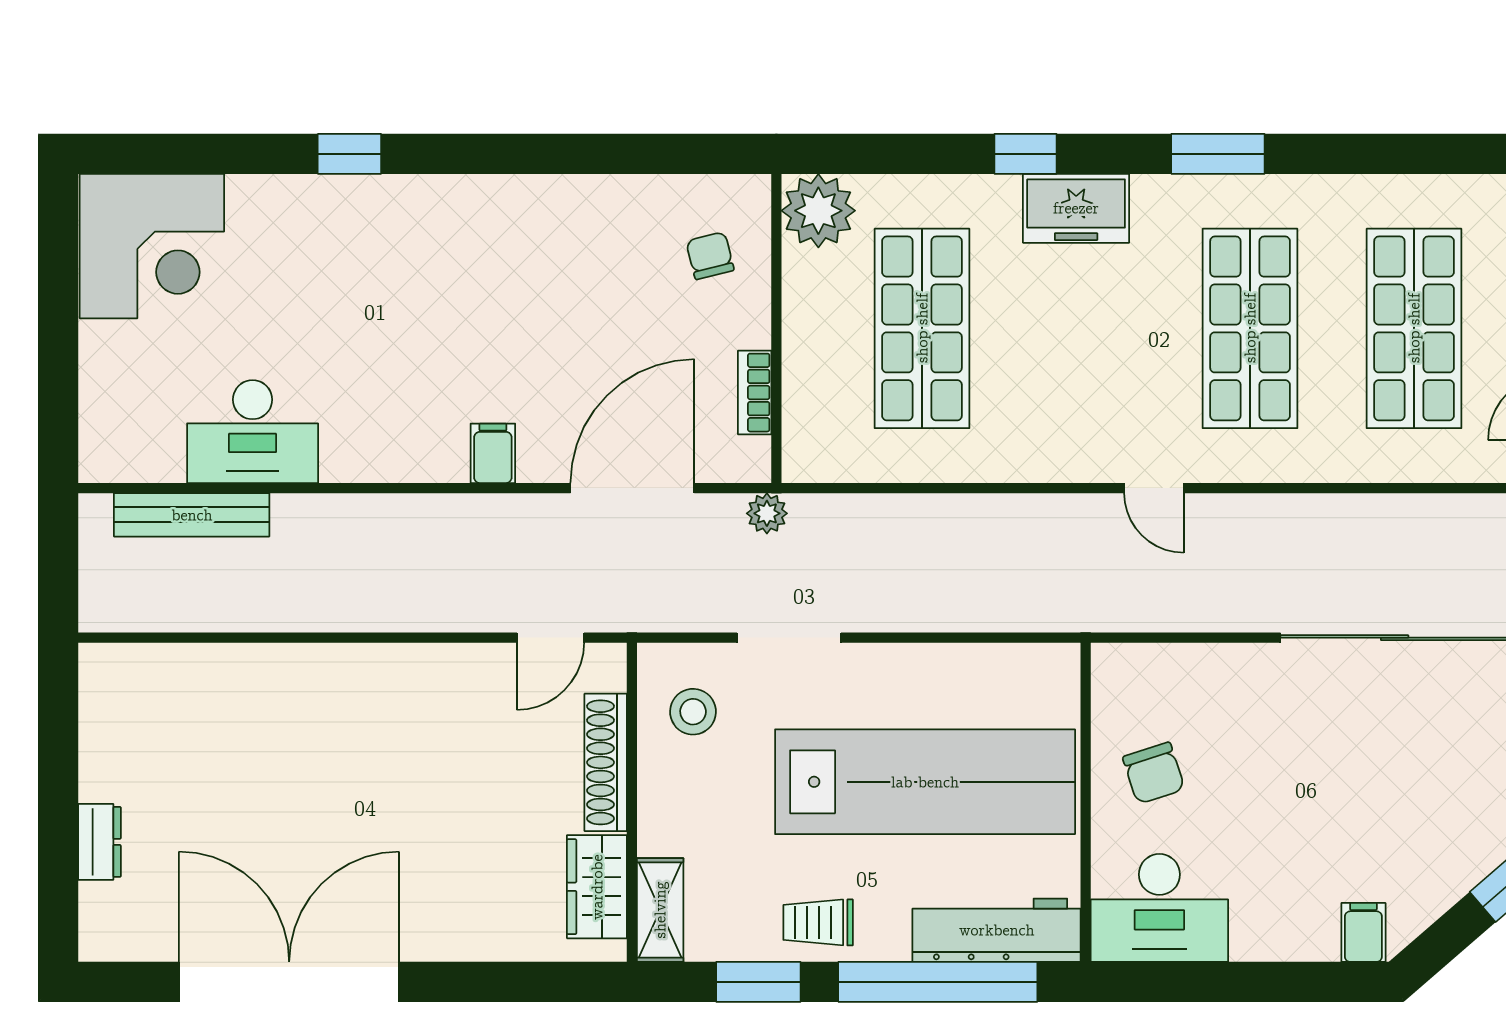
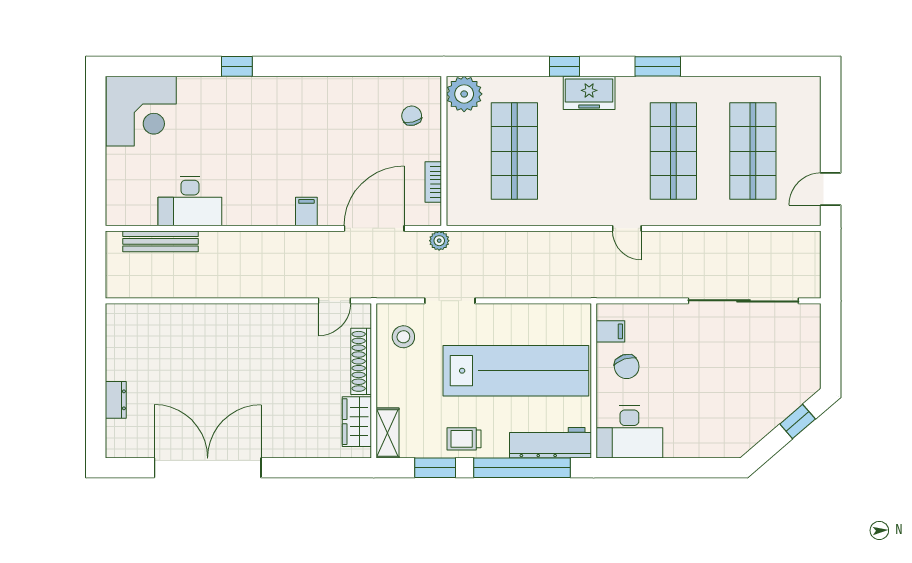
filing cabinet: (1363, 932) -> (610, 331), moved, turned 90

